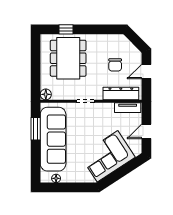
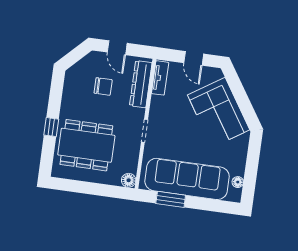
window: (66, 29) -> (51, 127), moved

